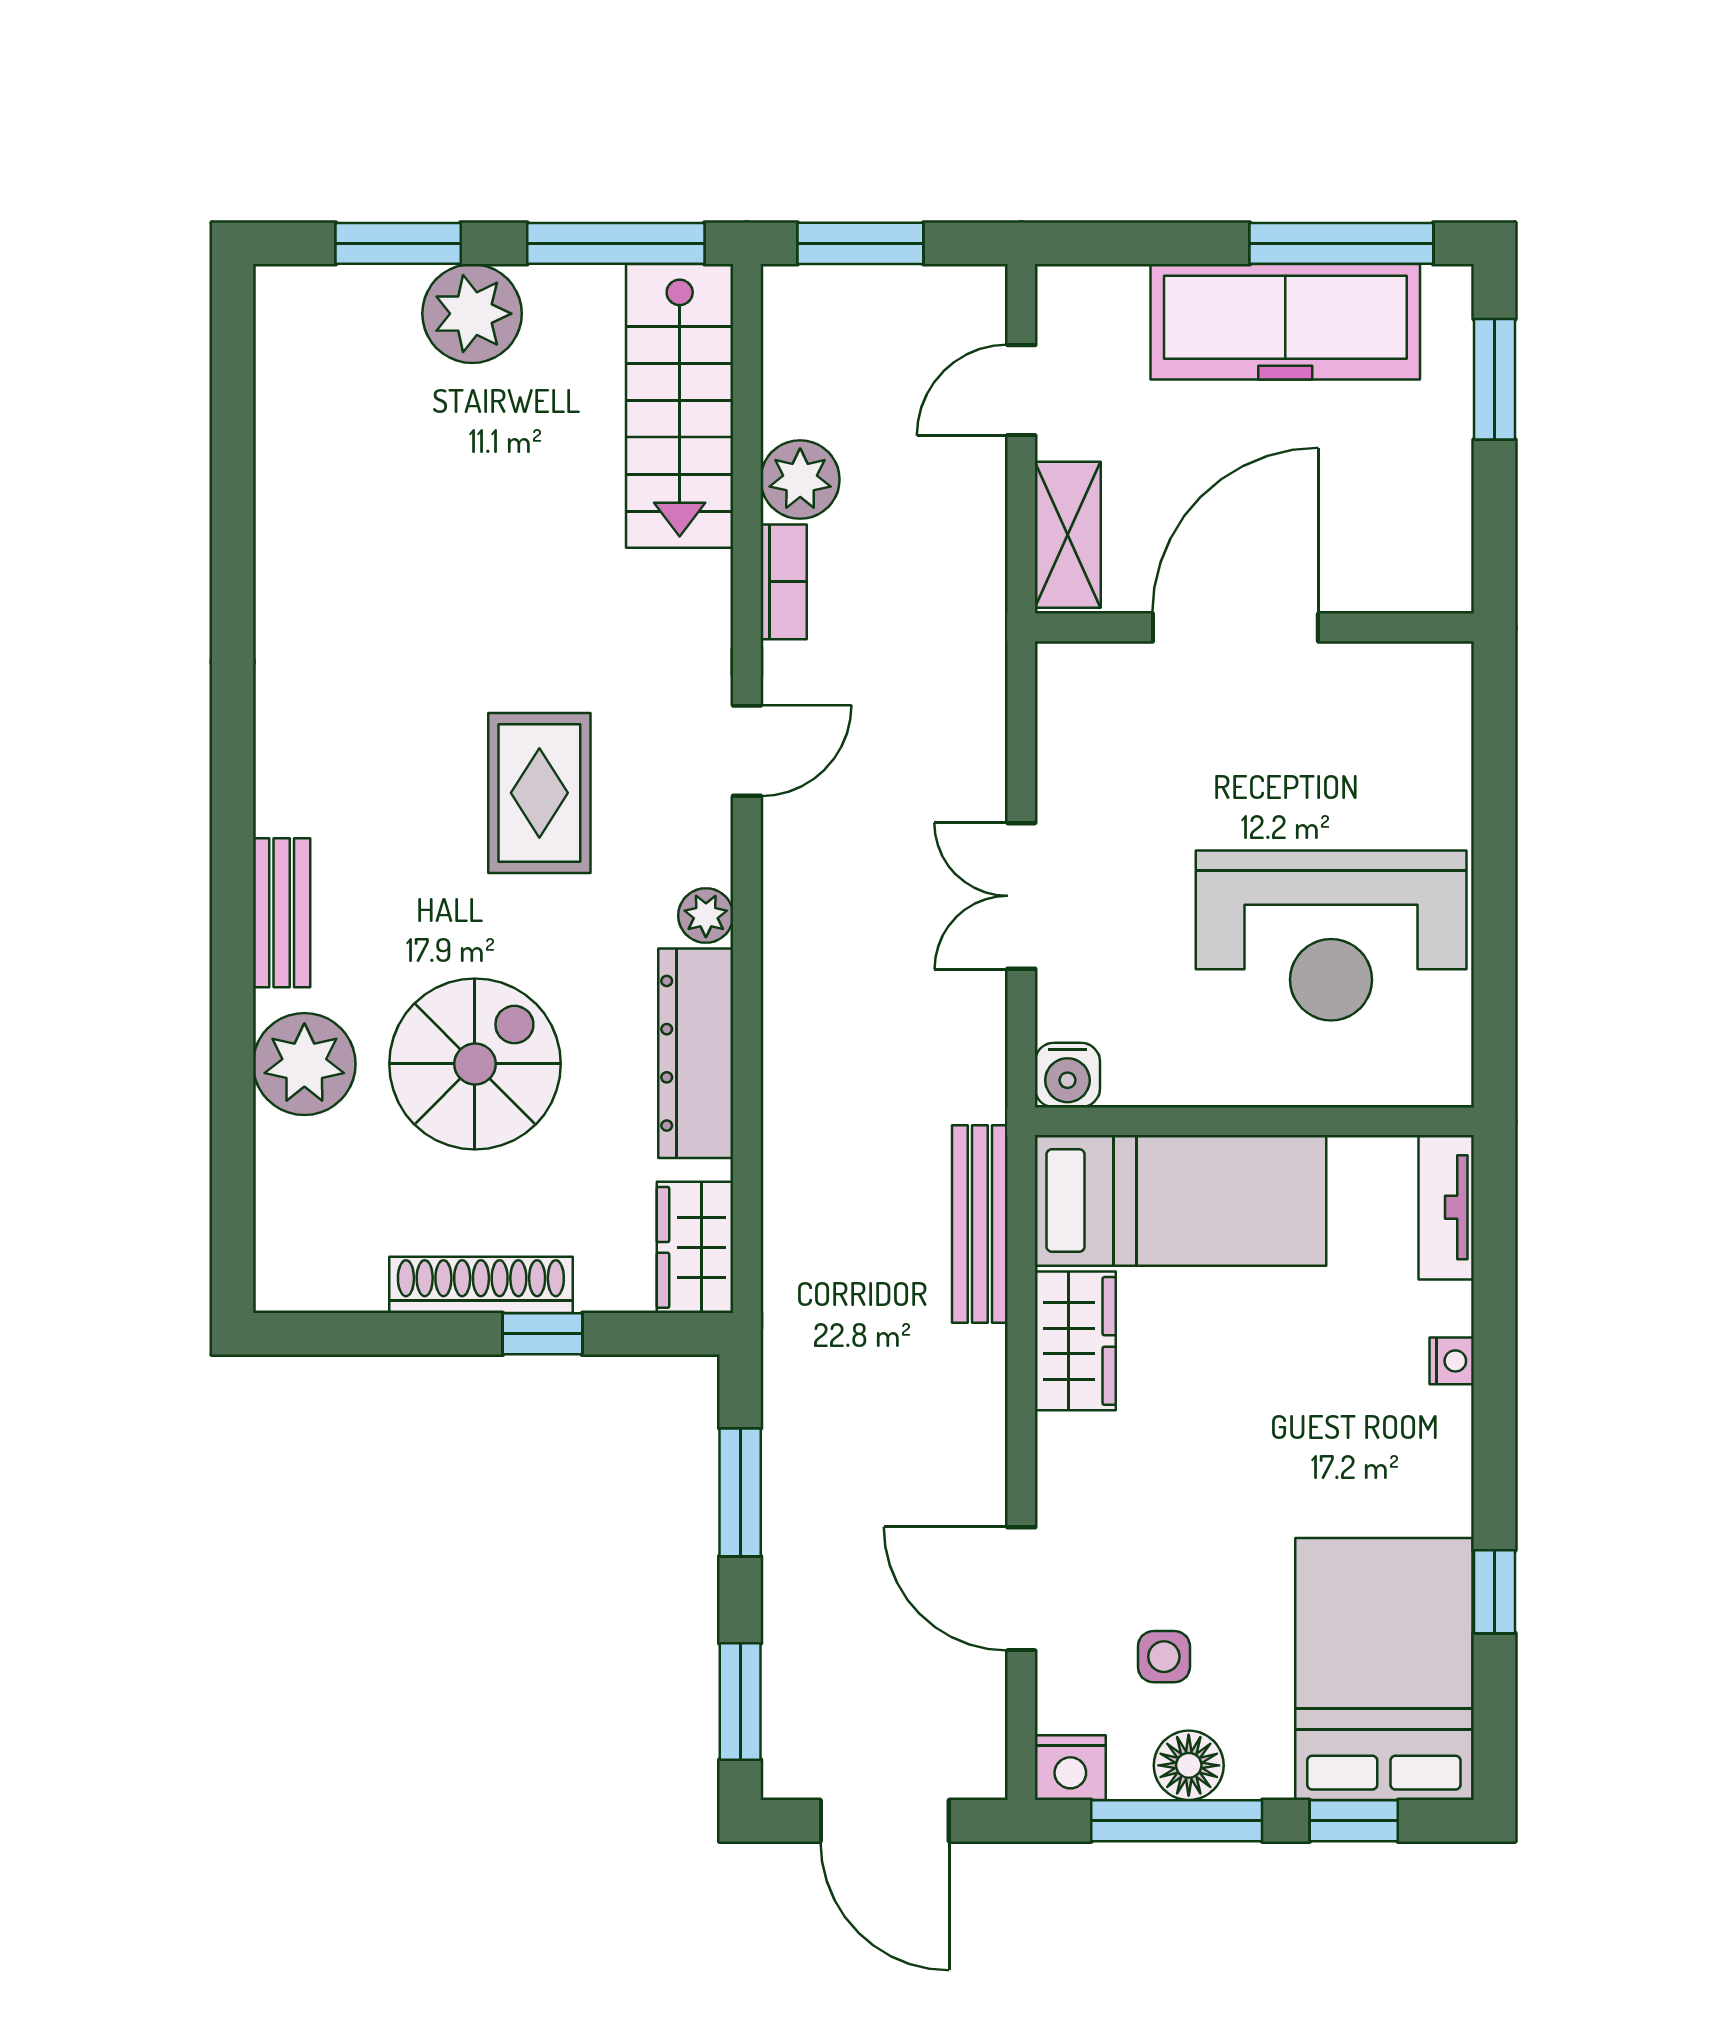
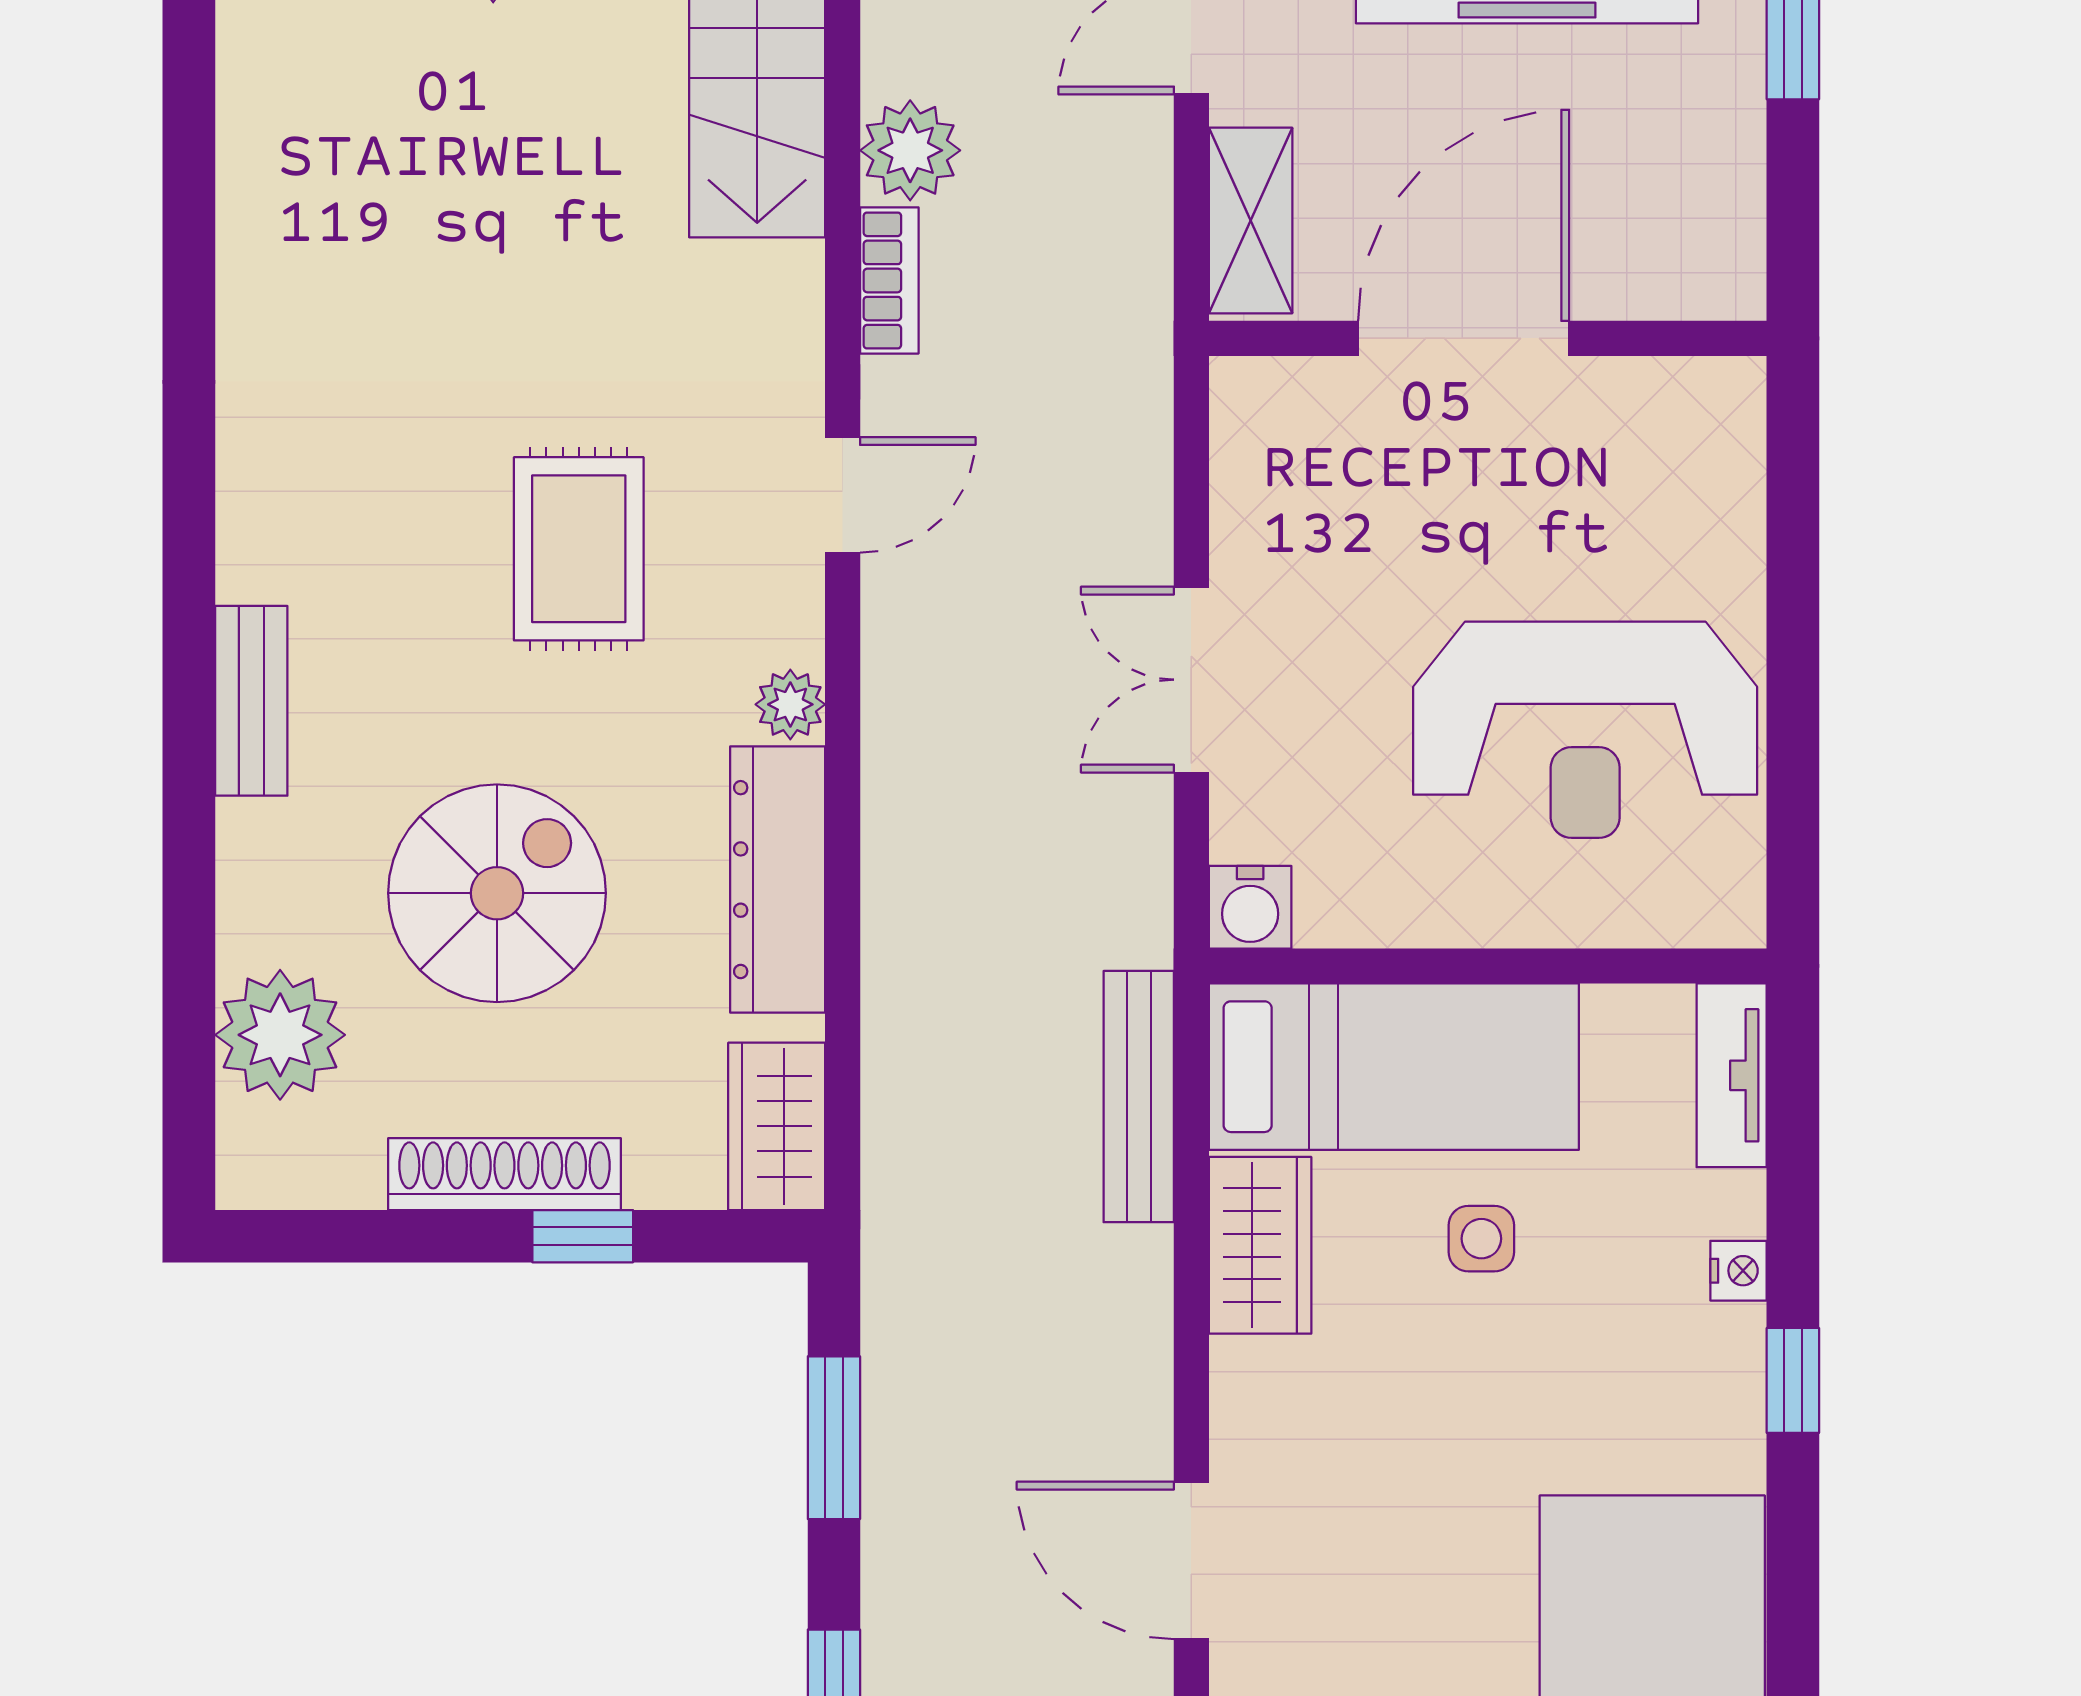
plant: (304, 1064) -> (280, 1035), moved
window: (1494, 1592) -> (1793, 1380), moved
side table: (1164, 1657) -> (1481, 1239), moved

